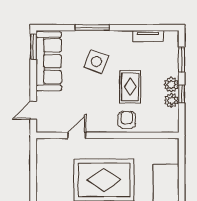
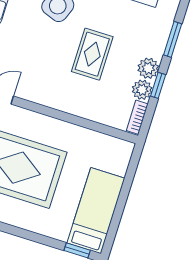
armchair: (127, 120) -> (74, 97), removed
bookcase: (174, 120) -> (137, 117), added

